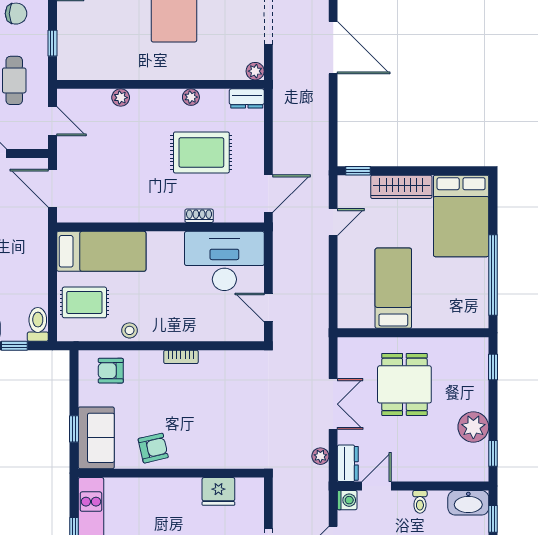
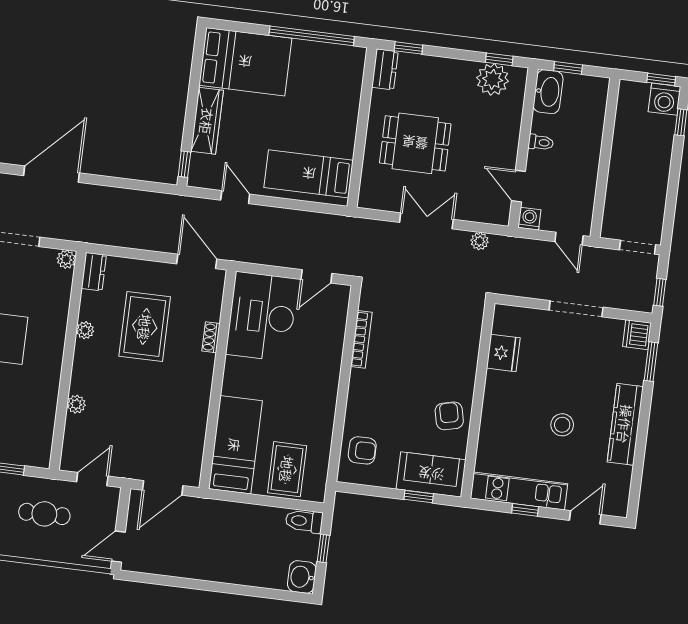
bed: (393, 288) -> (309, 174), moved
stool: (130, 330) -> (322, 425), removed
bookcase: (181, 357) -> (361, 339), moved, width x1.56
armchair: (111, 371) -> (362, 450), turned -90
plant: (473, 427) -> (493, 79), moved
dresser: (348, 463) -> (385, 69), moved, turned 90

